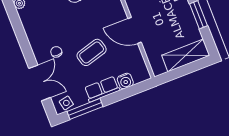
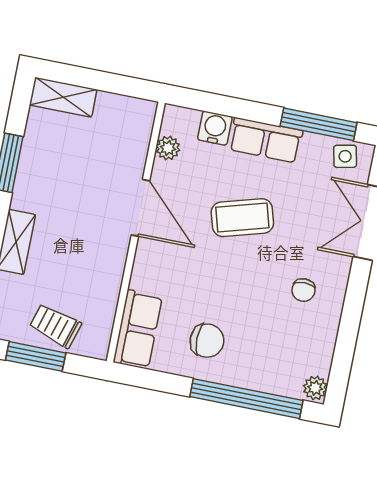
chair: (56, 52) -> (303, 290), moved
shelving: (186, 55) -> (63, 97), width x0.67, depth x0.75
plant: (139, 61) -> (168, 148), added

